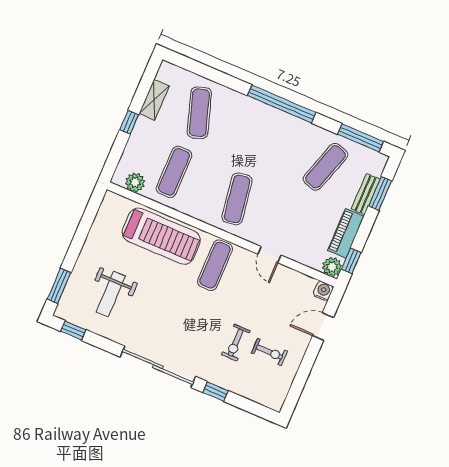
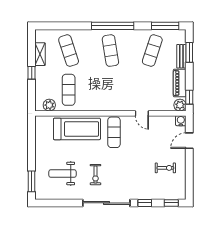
exercise mat: (237, 199) -> (110, 51), moved
weight bench: (111, 294) -> (63, 174), turned 90
window: (73, 331) -> (171, 203), moved
exercise bike: (236, 343) -> (95, 175), moved

